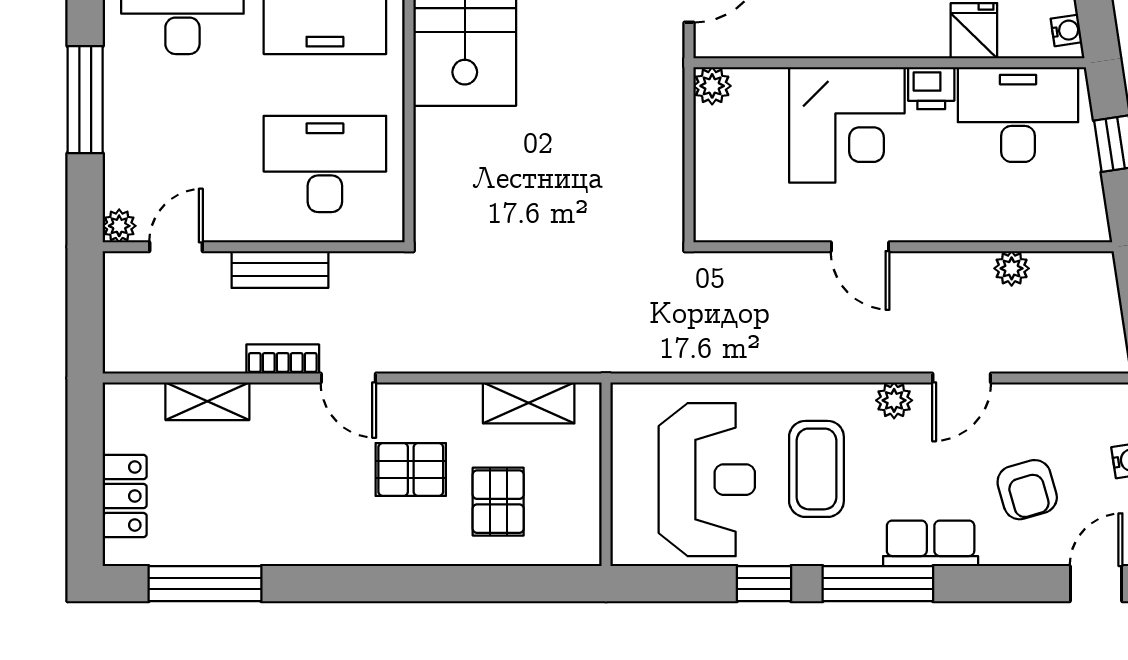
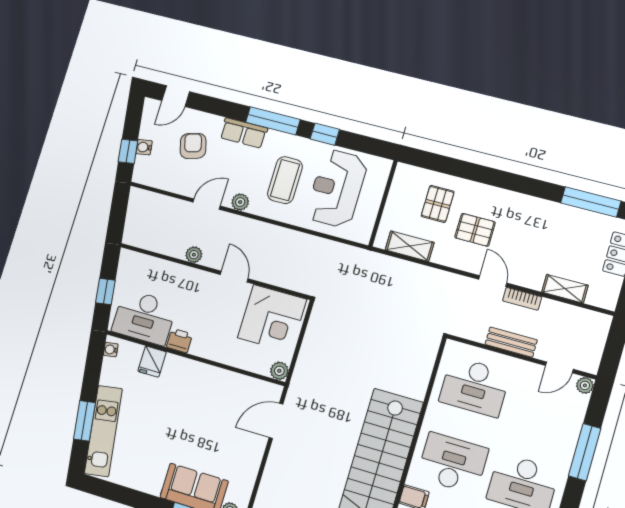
corner desk: (847, 125) -> (272, 319), moved, turned 180
plant: (1012, 268) -> (194, 255), moved

